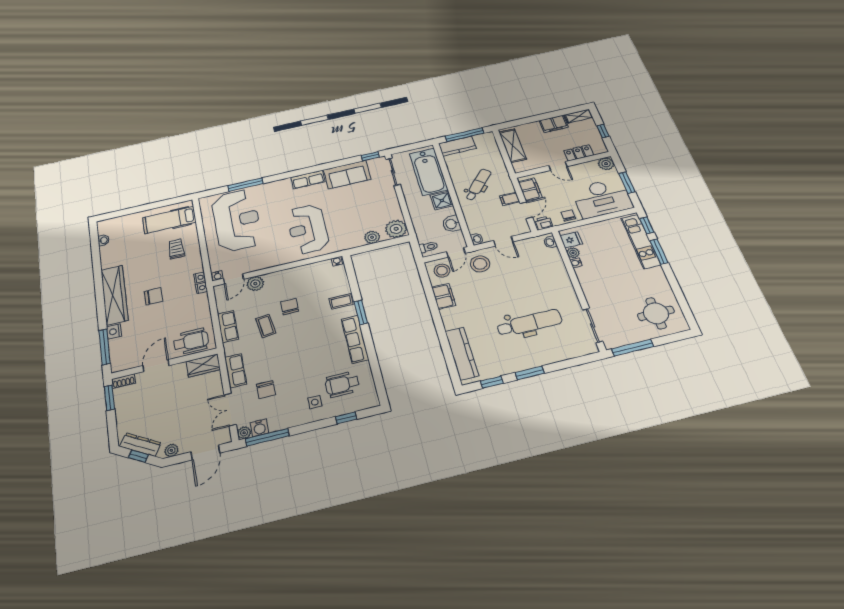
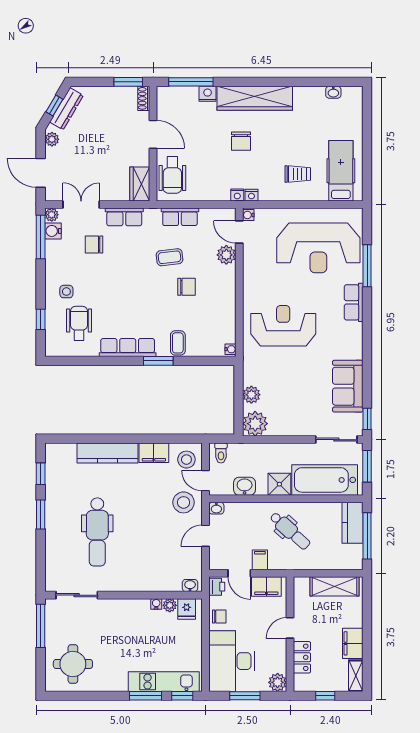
window: (409, 147) -> (367, 466), added
row of seats: (308, 179) -> (354, 302), moved
kitchen counter: (462, 353) -> (107, 453), moved

